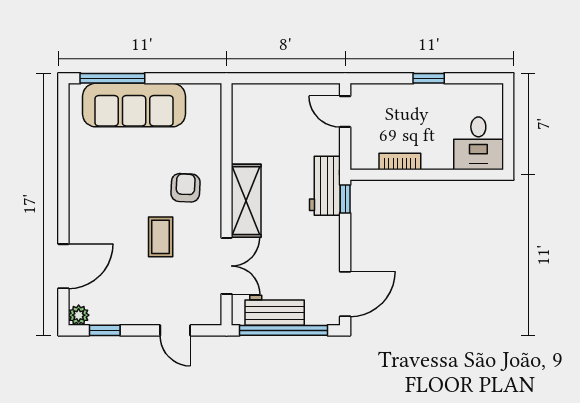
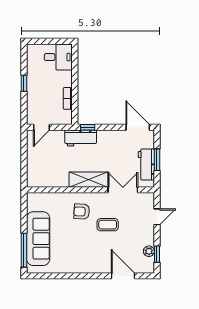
plant: (79, 315) -> (149, 251), moved
window: (284, 330) -> (157, 160), width x0.47

